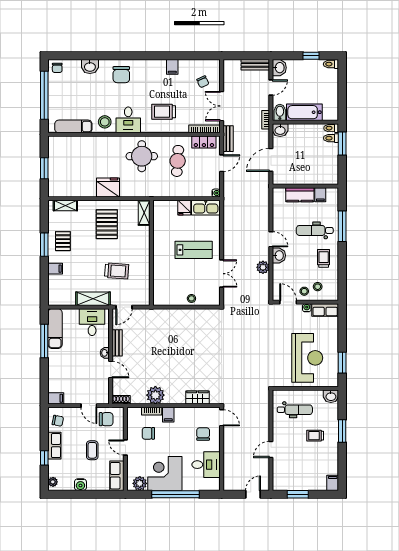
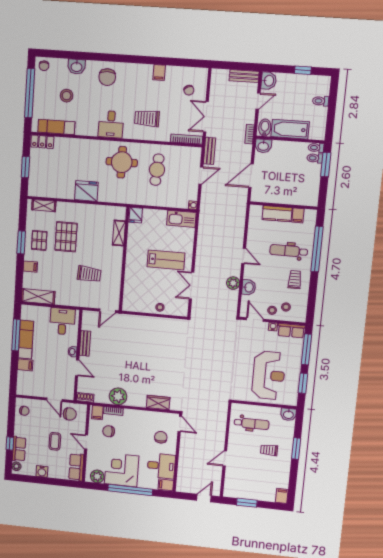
toilet: (331, 64) -> (321, 101), moved
stool: (105, 122) -> (67, 96), moved
locker: (204, 142) -> (42, 142), moved
fridge: (184, 208) -> (136, 215), moved
shelving: (144, 213) -> (119, 233), moved
pallet: (107, 224) -> (66, 237), moved
window: (342, 226) -> (317, 249), width x1.46
washbasin: (279, 255) -> (249, 287), moved
double door: (222, 274) -> (192, 286), swing flipped
shelving: (93, 299) -> (38, 296), moved
door: (124, 307) -> (108, 311), moved
window: (342, 328) -> (306, 349), added
exam couch: (55, 329) -> (26, 340), moved
filing cabinet: (56, 398) -> (25, 365), moved
filing cabinet: (168, 415) -> (97, 413), moved
row of seats: (54, 446) -> (19, 449), moved
filing cabinet: (212, 484) -> (166, 485), added

